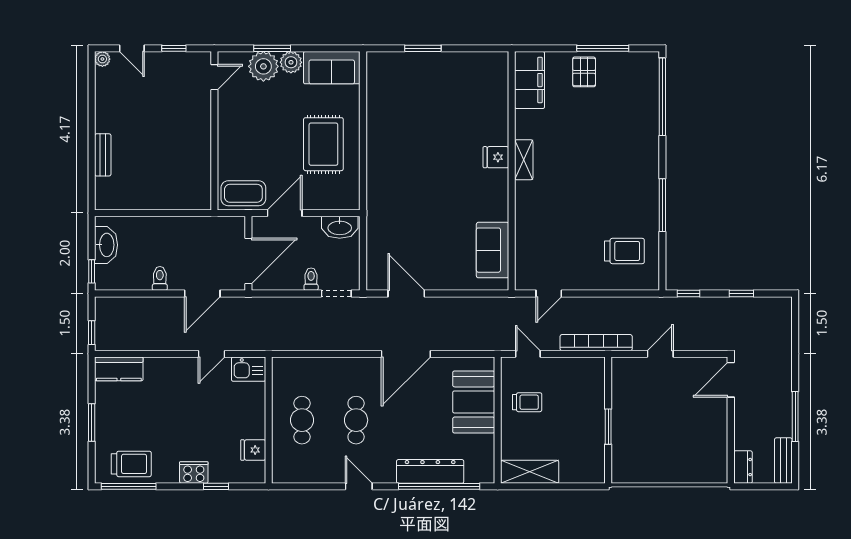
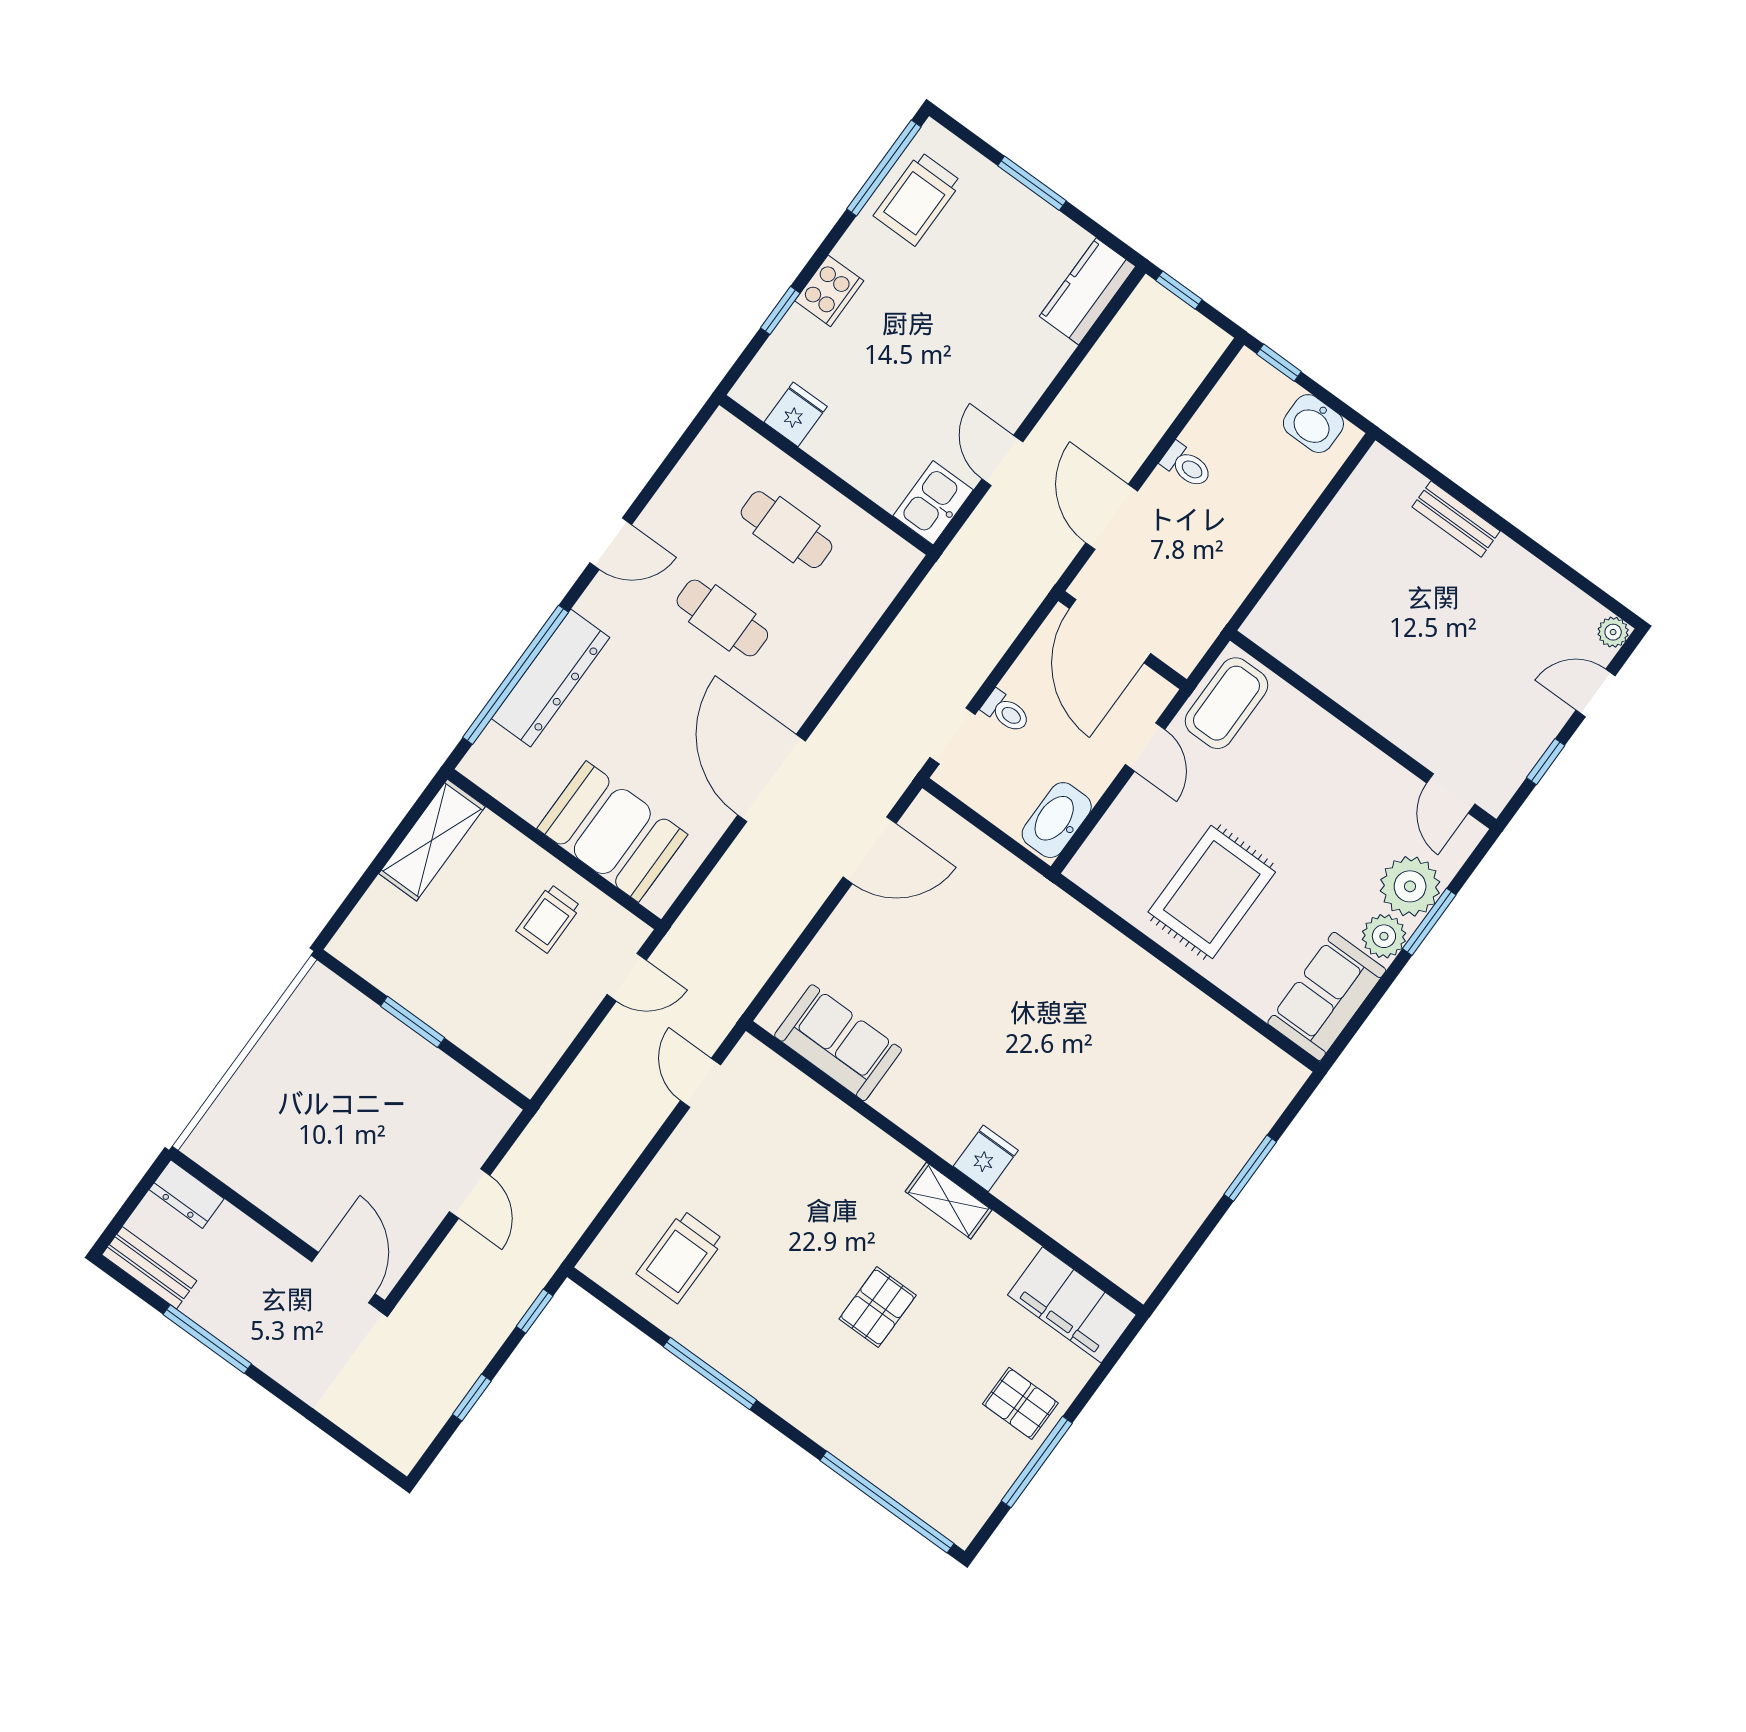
rug: (323, 144) -> (1212, 892), turned 90
pallet: (587, 157) -> (878, 1307), added
door: (285, 213) -> (1145, 747), width x0.73
washbasin: (106, 245) -> (1313, 424), width x0.72
bookcase: (596, 343) -> (564, 1102), removed

